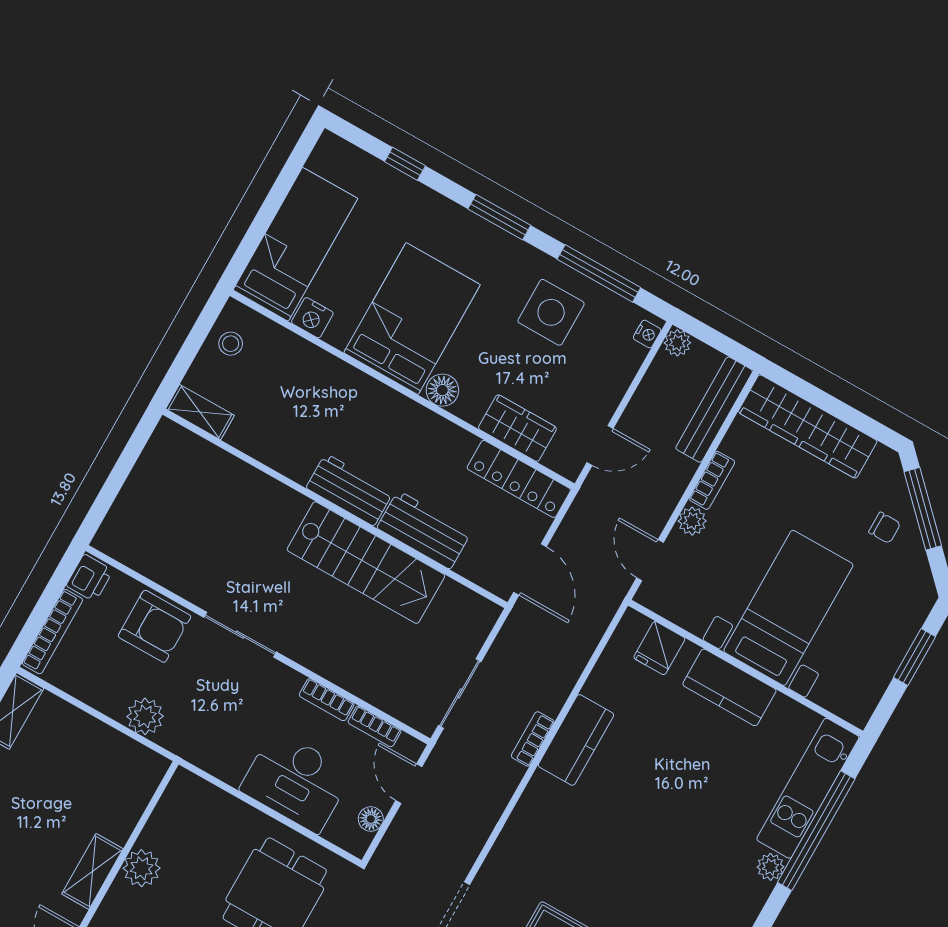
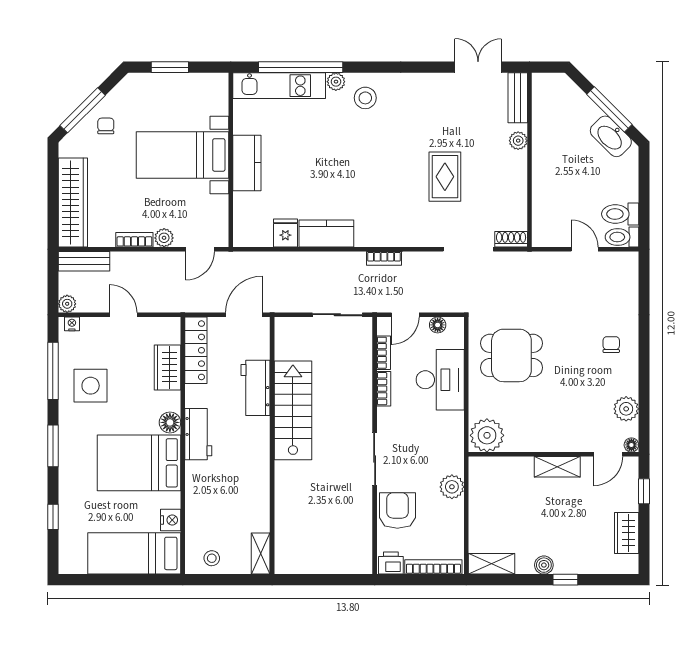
bench: (714, 410) -> (84, 261), width x0.73
door: (600, 446) -> (123, 315), moved
workbench: (350, 490) -> (198, 434), moved, turned 180
fridge: (659, 648) -> (285, 233), moved, turned -90
bookcase: (533, 739) -> (384, 258), moved
plant: (142, 868) -> (487, 435), moved, width x1.36, depth x1.36
stool: (727, 894) -> (365, 98), added

